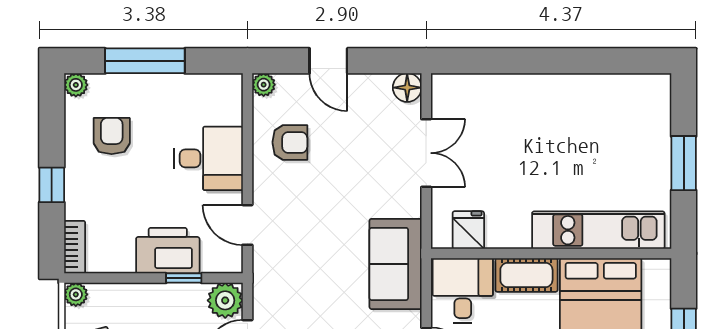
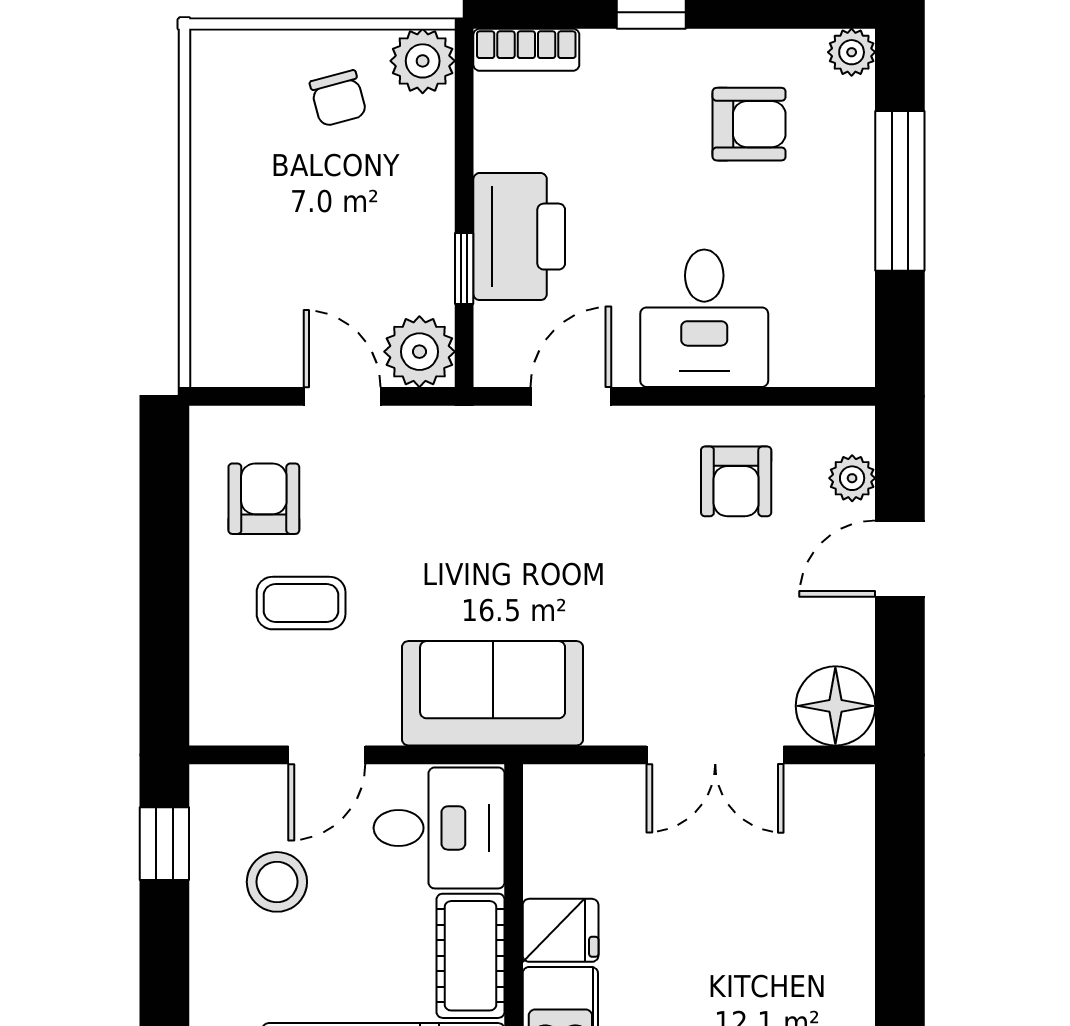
plant: (264, 85) -> (852, 478), moved
floor lamp: (407, 88) -> (835, 706), width x1.38, depth x1.38
fridge: (468, 230) -> (561, 930), moved
plant: (76, 294) -> (423, 61), width x1.38, depth x1.38

